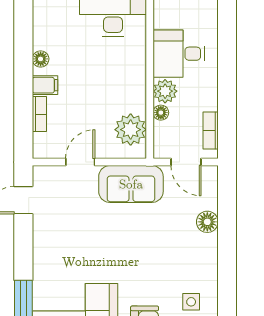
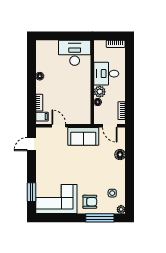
filing cabinet: (45, 85) -> (42, 117), moved
plant: (131, 130) -> (83, 110), removed
door: (80, 162) -> (59, 126), hinge flipped

